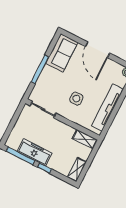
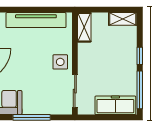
side table: (76, 99) -> (60, 62), moved
freezer: (35, 152) -> (115, 105), moved, turned 90

